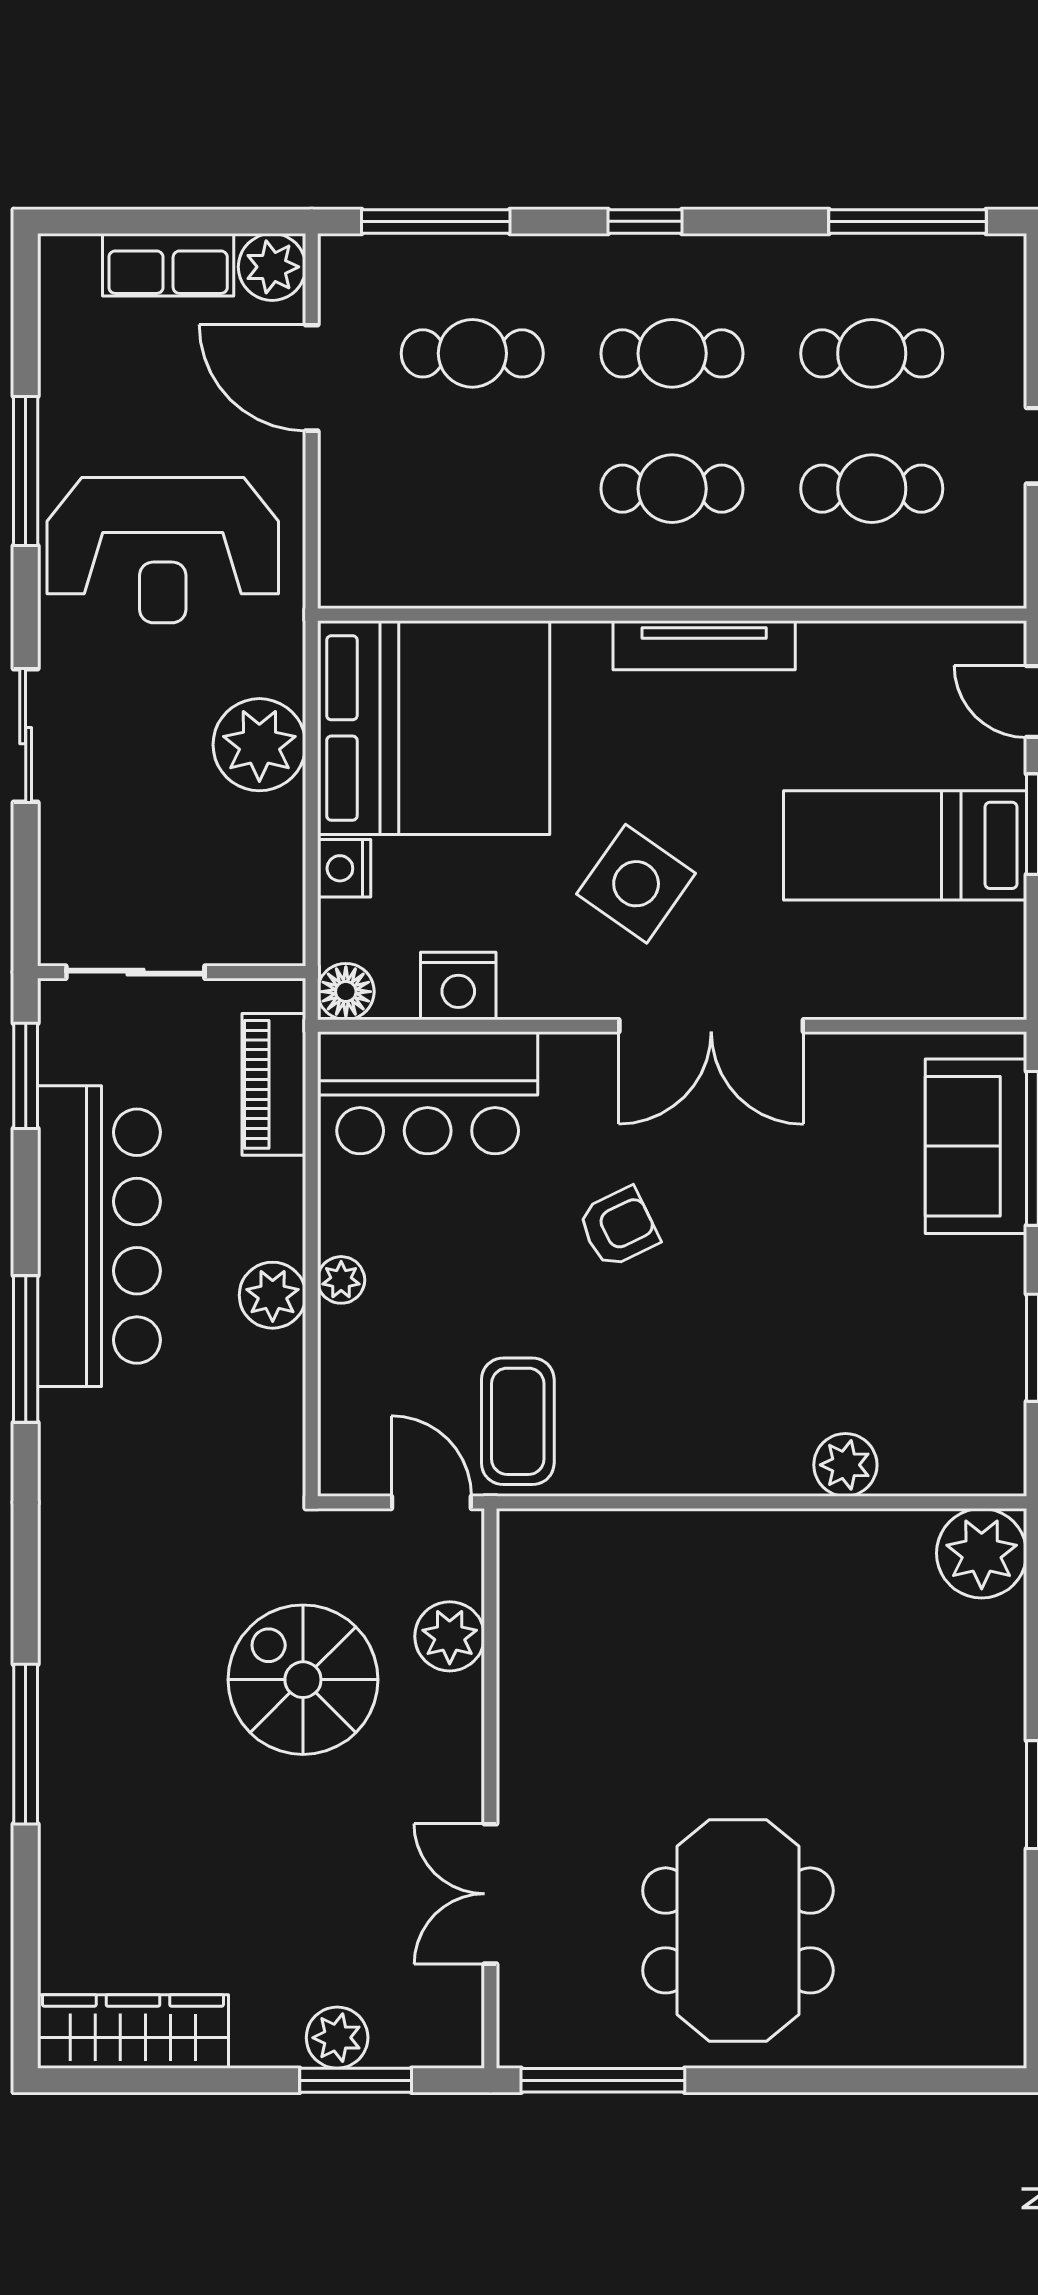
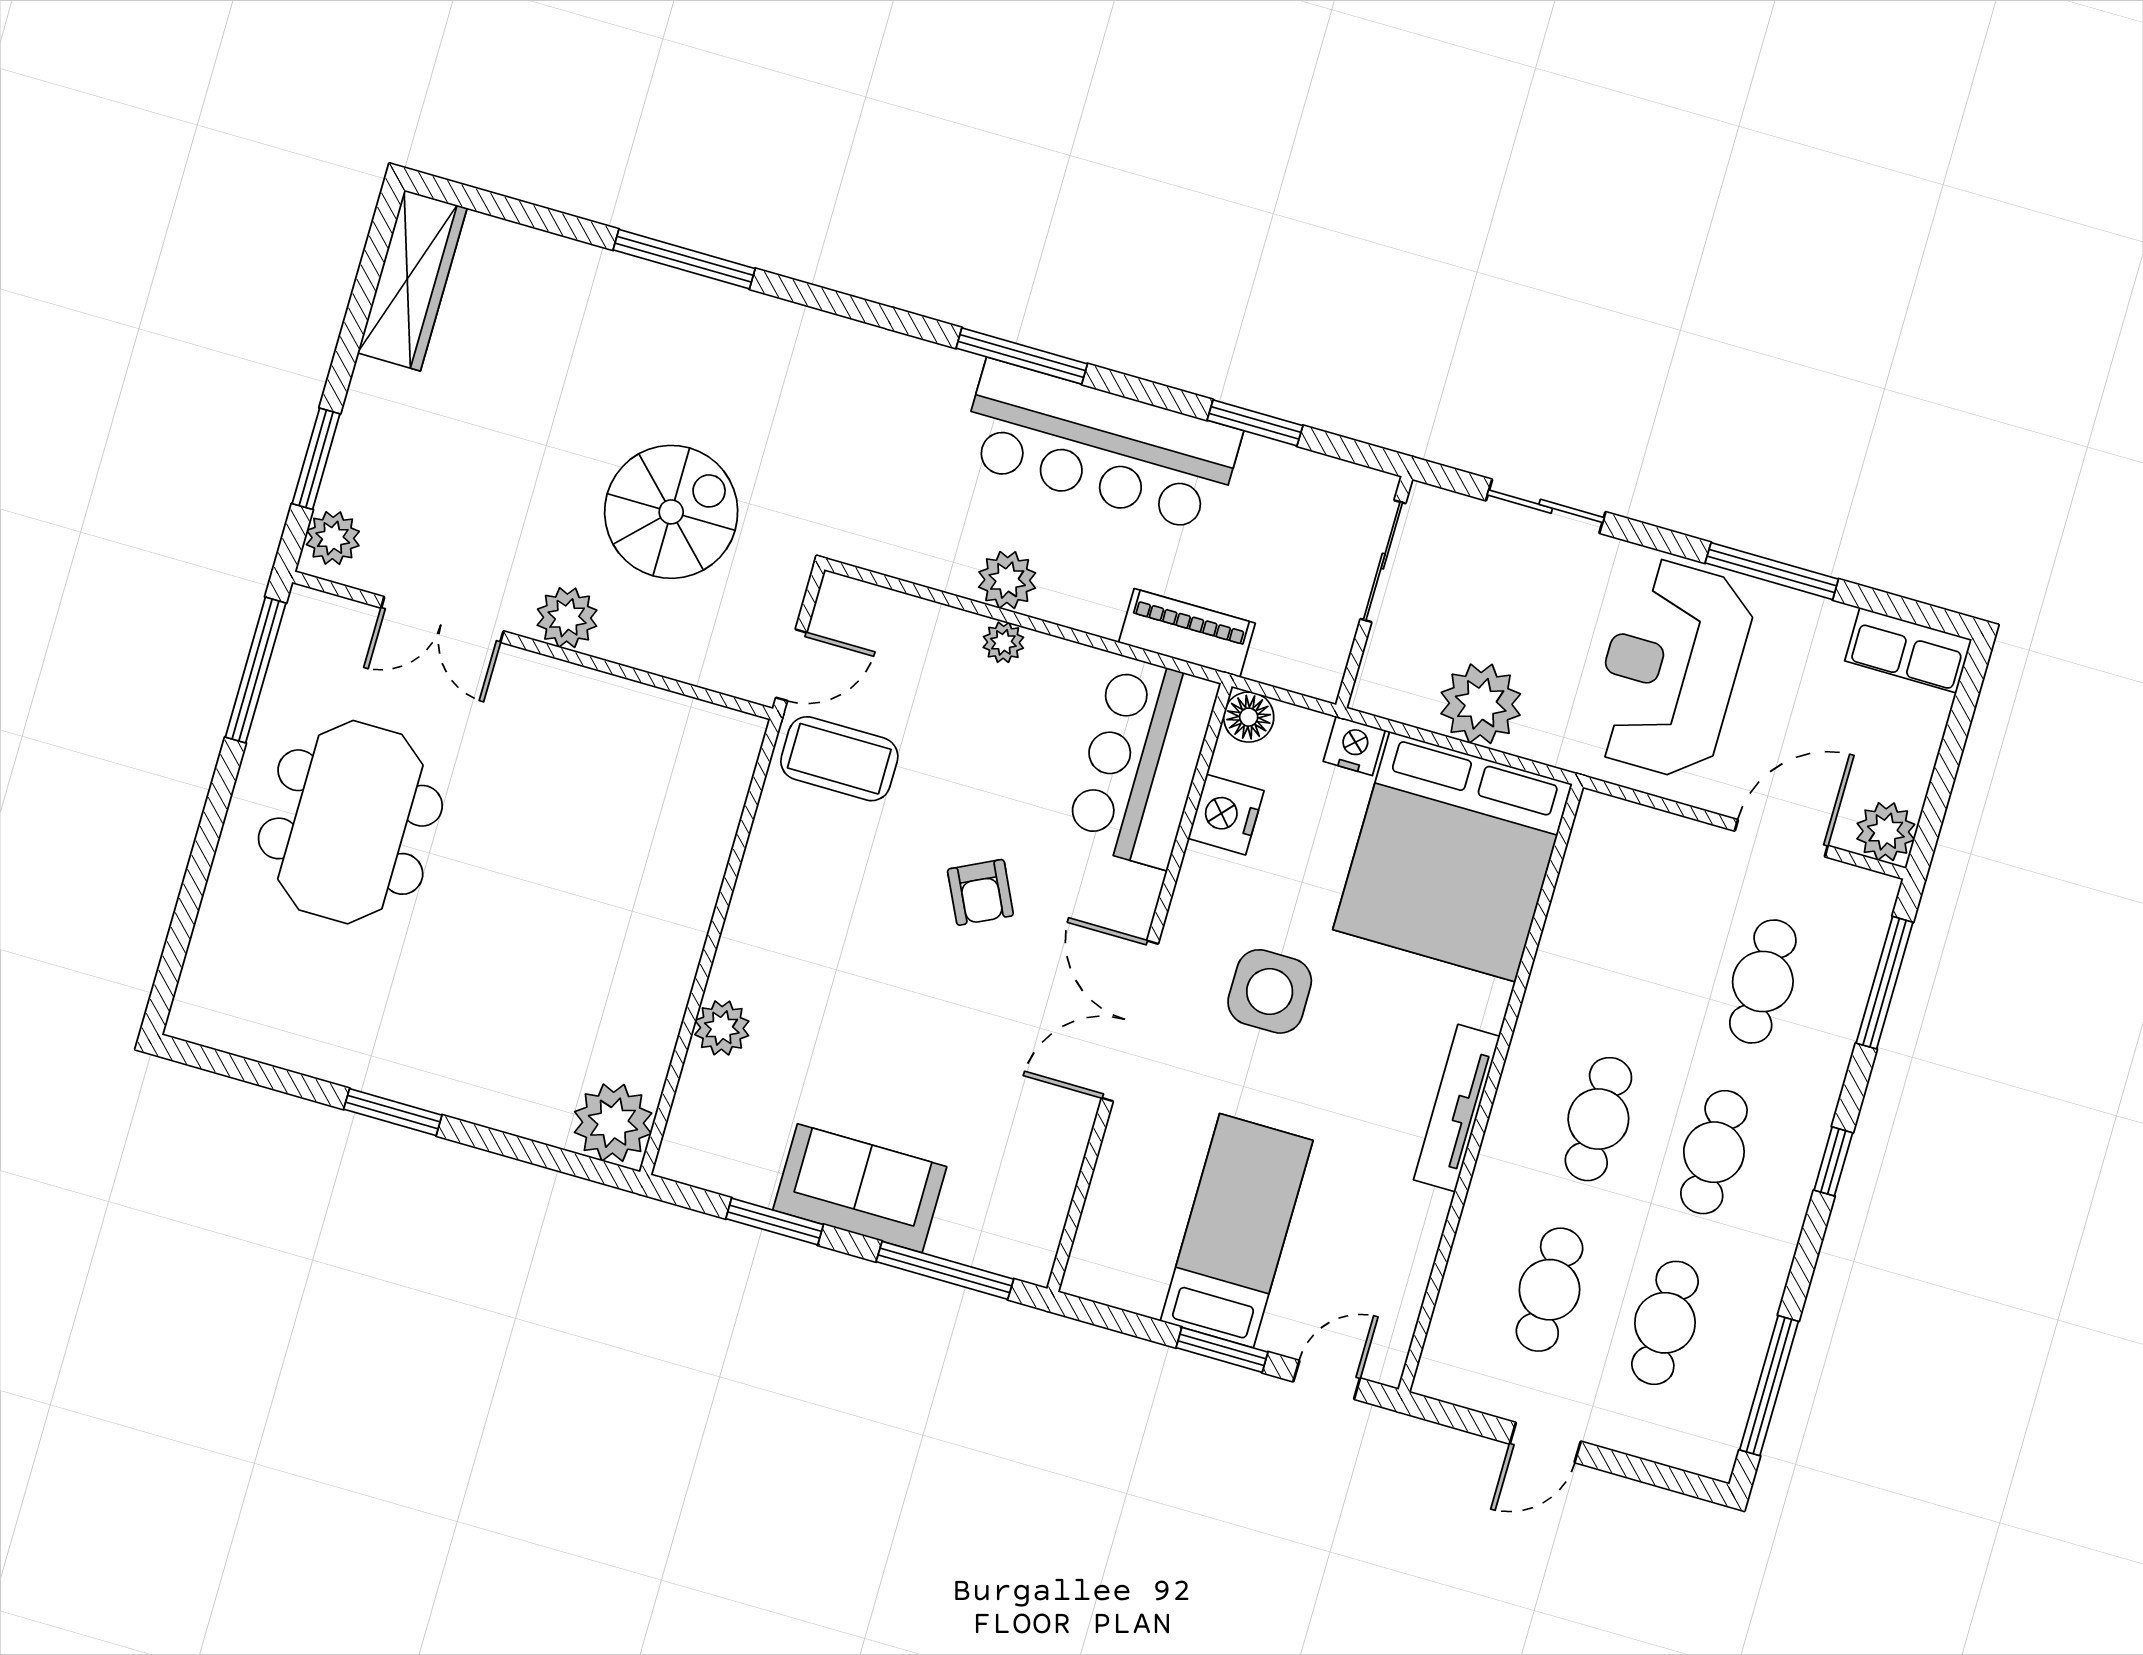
row of seats: (168, 265) -> (1908, 650), moved, turned -90
side table: (636, 884) -> (1270, 991), turned -35
sliding door: (135, 972) -> (1383, 561), moved
wall: (172, 972) -> (1374, 592), moved
sofa: (976, 1146) -> (860, 1188), moved
plant: (450, 1636) -> (567, 618), moved
double door: (490, 1894) -> (442, 620), swing flipped
meeting table: (738, 1930) -> (350, 822), turned 90
plant: (337, 2038) -> (333, 538), moved

